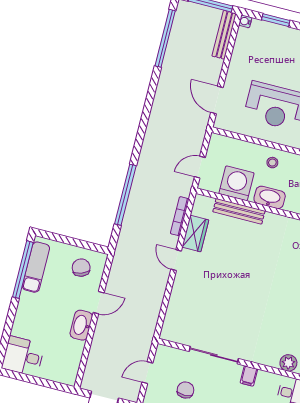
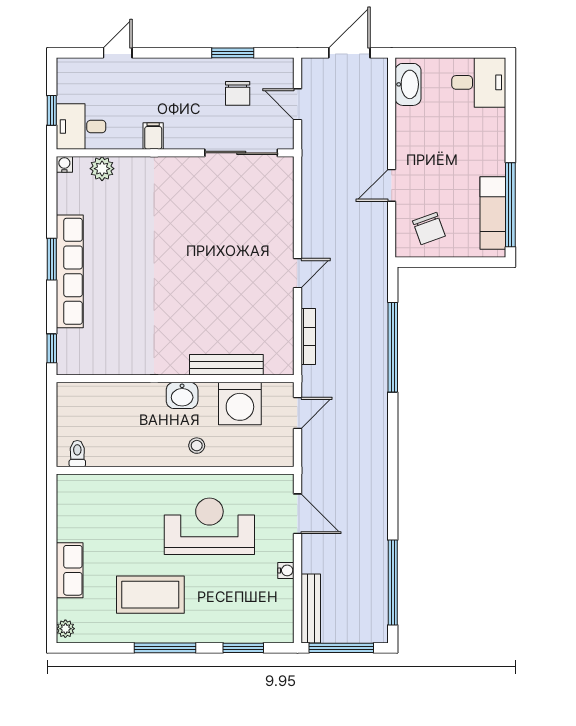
water cooler: (245, 21) -> (286, 570), moved
washbasin: (270, 197) -> (182, 395), width x0.72
wardrobe: (195, 234) -> (280, 318), removed
door: (176, 260) -> (297, 273), hinge flipped
washbasin: (81, 325) -> (408, 84), moved
sliding door: (214, 355) -> (241, 153), moved
door: (147, 373) -> (297, 104), swing flipped

